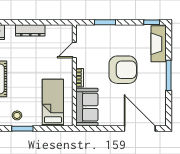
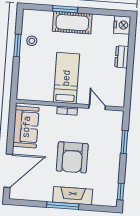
dresser: (30, 30) -> (122, 57), width x0.70
fireplace: (159, 44) -> (73, 196), moved
bed: (53, 103) -> (66, 78), moved, turned -90
sofa: (87, 107) -> (26, 127), moved, turned -90

